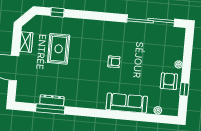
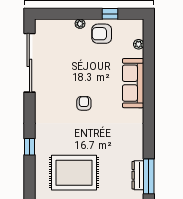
window: (57, 12) -> (29, 147), moved
rug: (59, 49) -> (74, 173), width x1.37, depth x1.44

